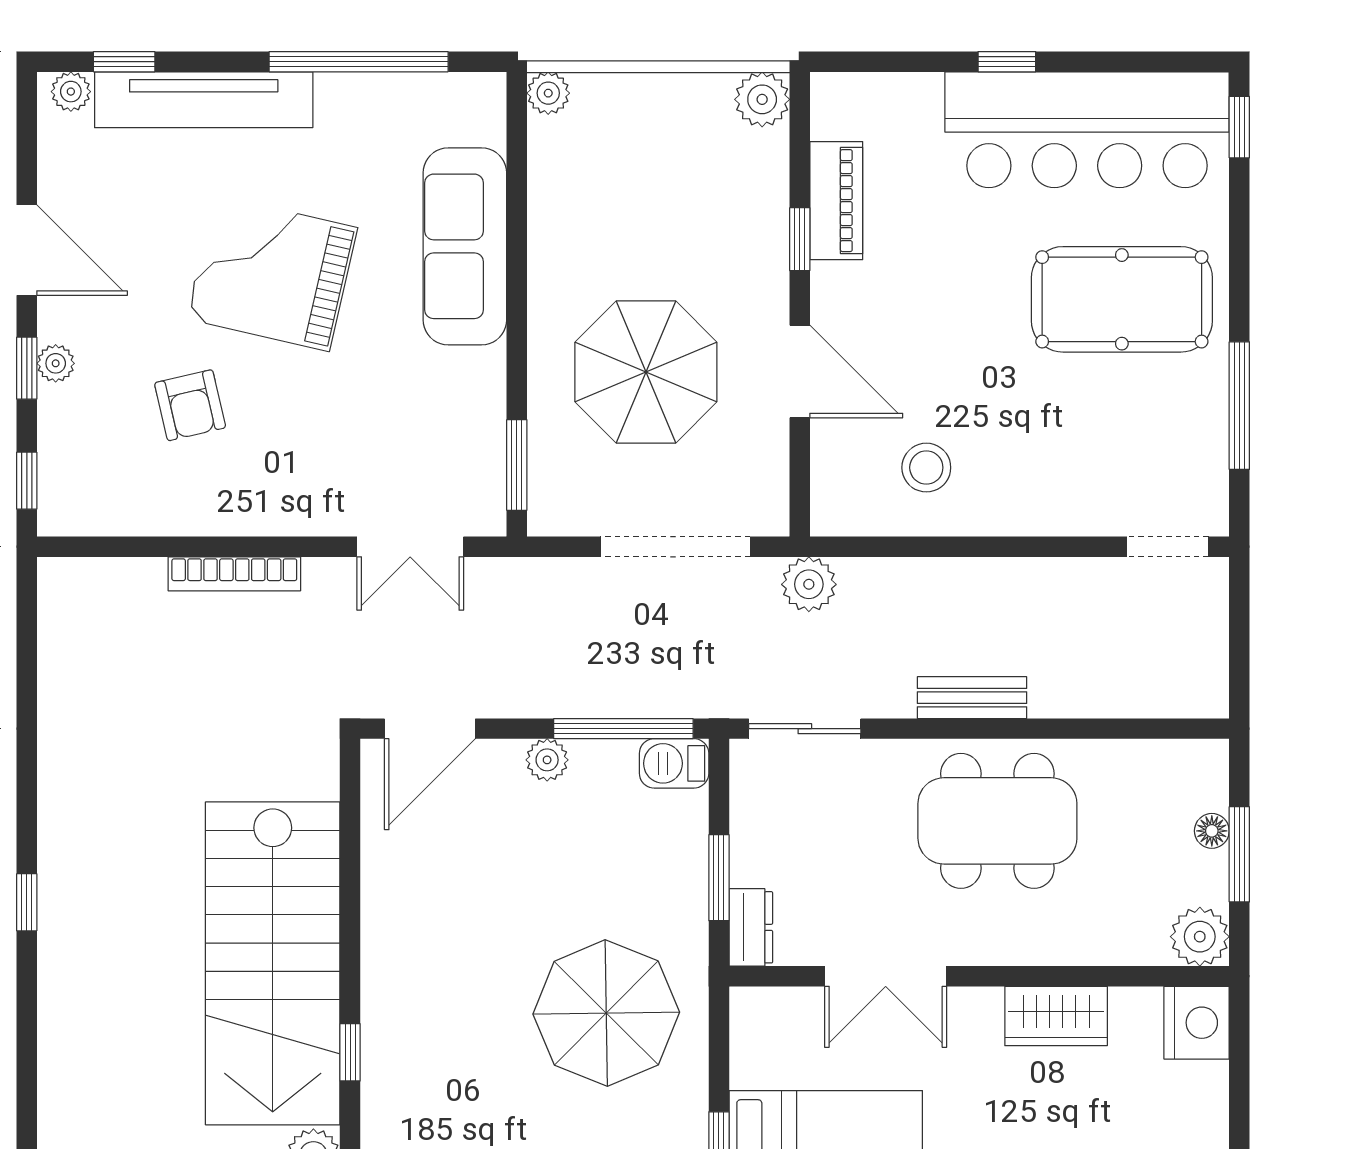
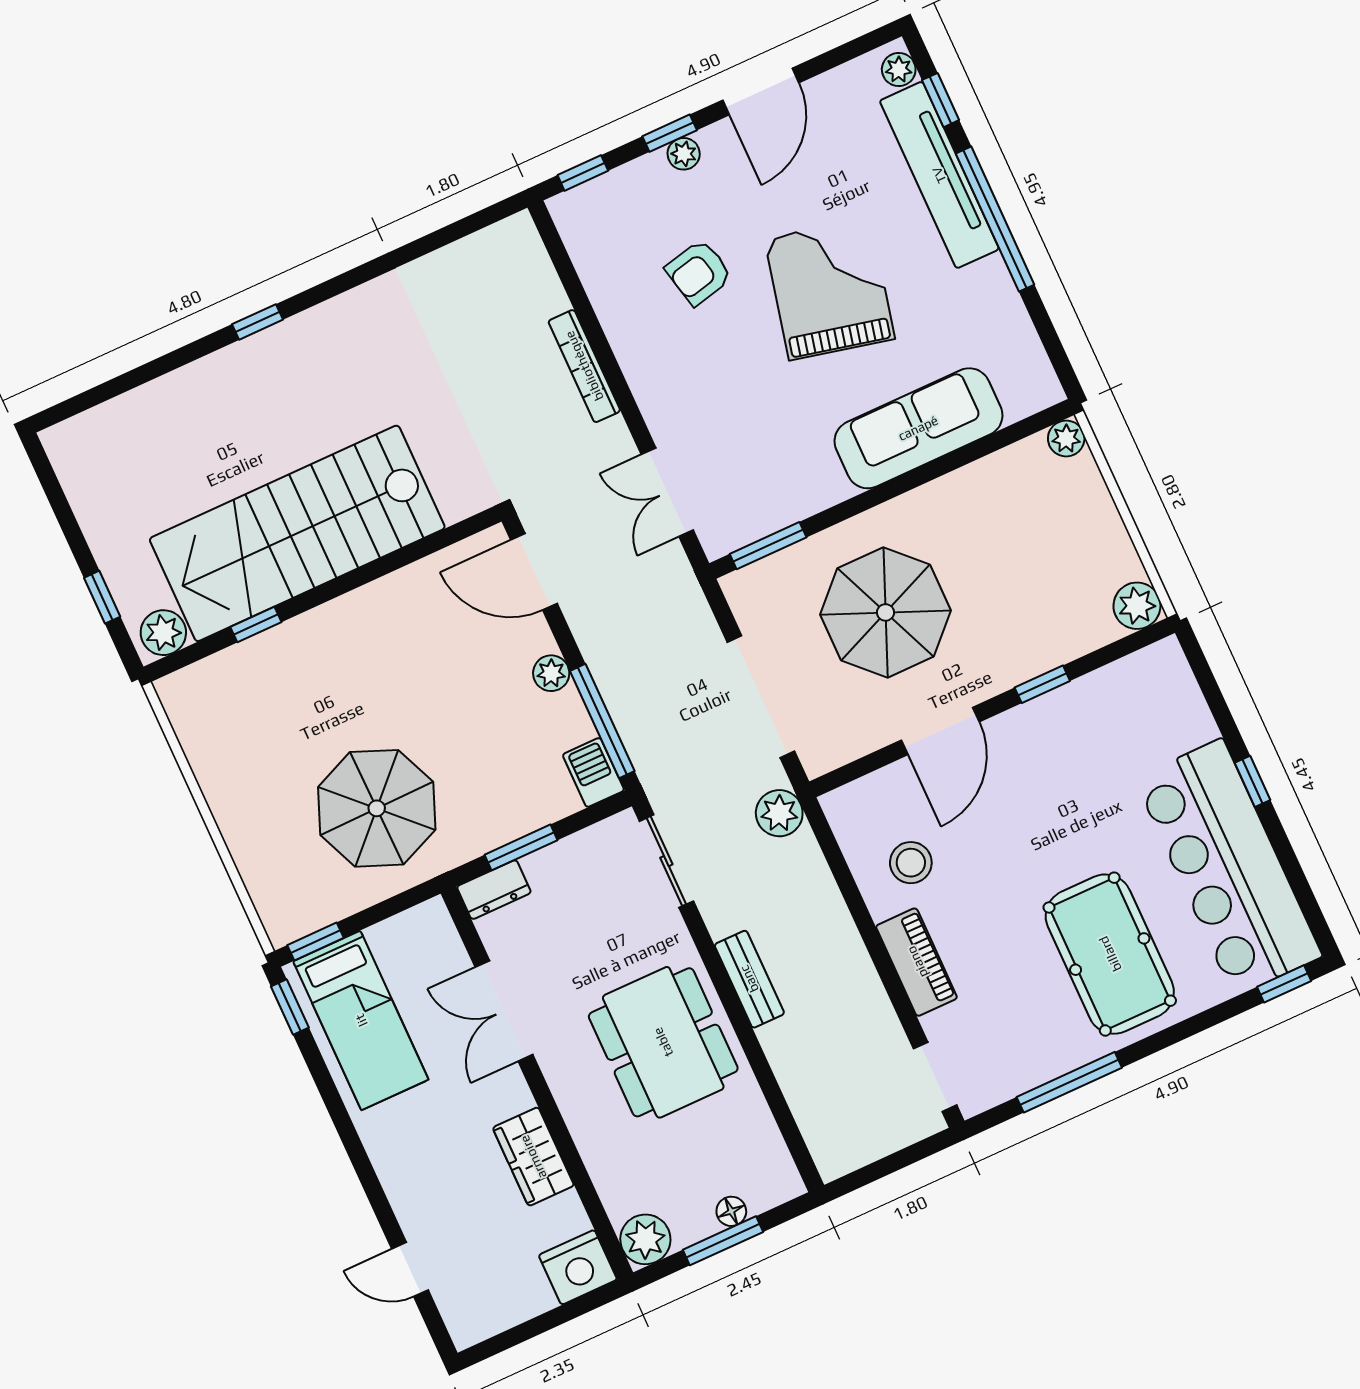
window: (359, 62) -> (995, 219), moved
piano: (836, 201) -> (917, 962), moved, turned -90

